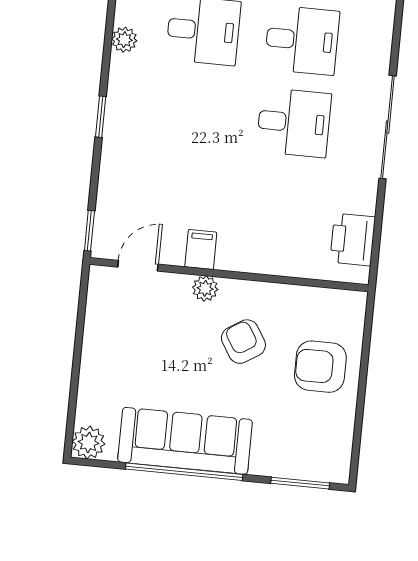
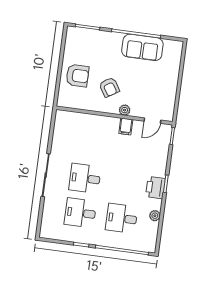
printer: (353, 240) -> (155, 188), moved, turned 180
sofa: (185, 441) -> (142, 47), width x0.73
plant: (89, 442) -> (176, 47), removed

